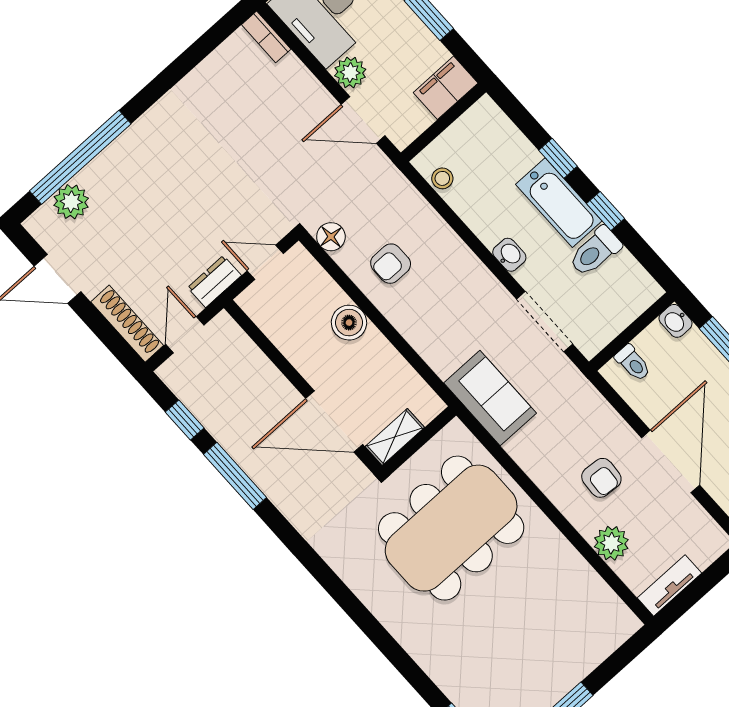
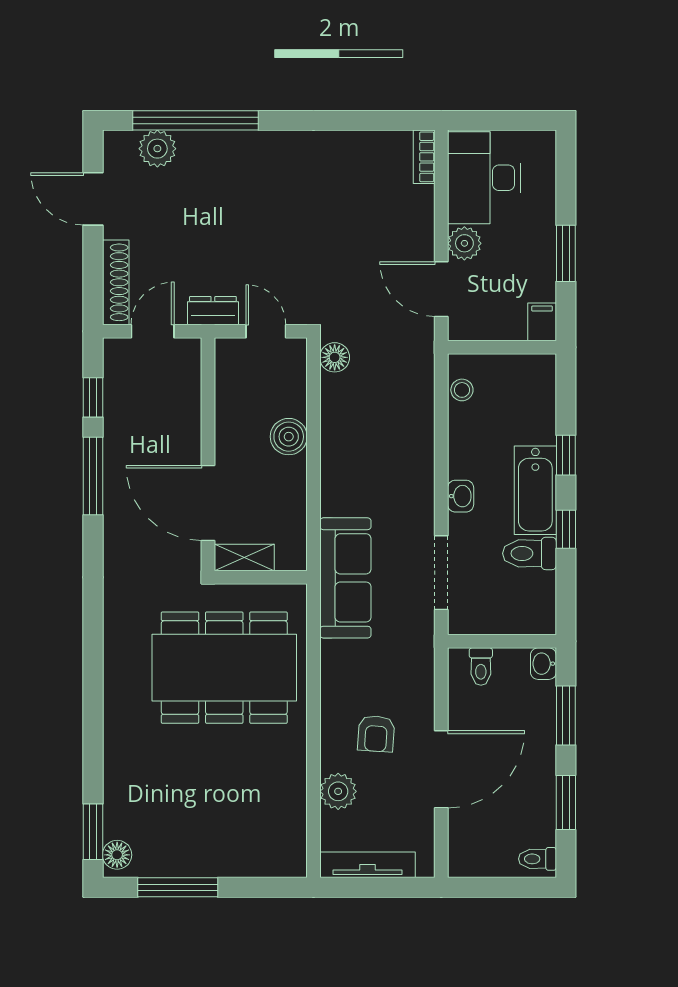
filing cabinet: (446, 88) -> (542, 322), width x0.50
armchair: (391, 264) -> (362, 420), removed
sofa: (490, 398) -> (345, 578), width x1.36
tv unit: (669, 586) -> (367, 865), width x1.41

